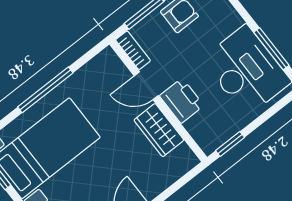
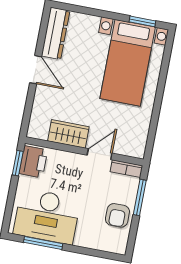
window: (45, 90) -> (159, 98), removed
printer: (182, 101) -> (33, 162), moved, turned -90

